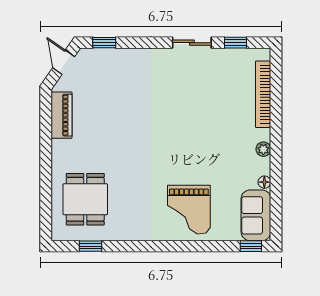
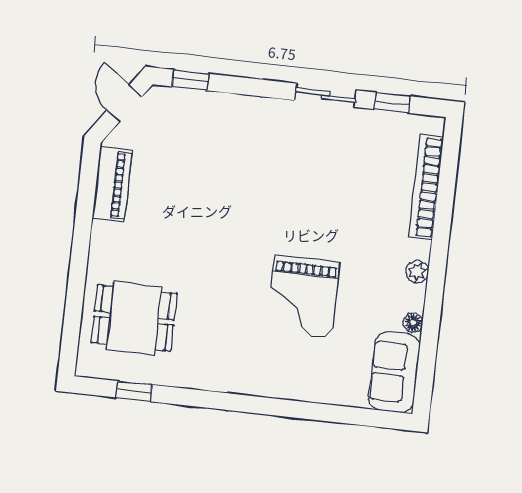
dining table: (85, 199) -> (134, 318), turned 90
grand piano: (189, 210) -> (303, 296), moved
window: (251, 246) -> (381, 419), removed

